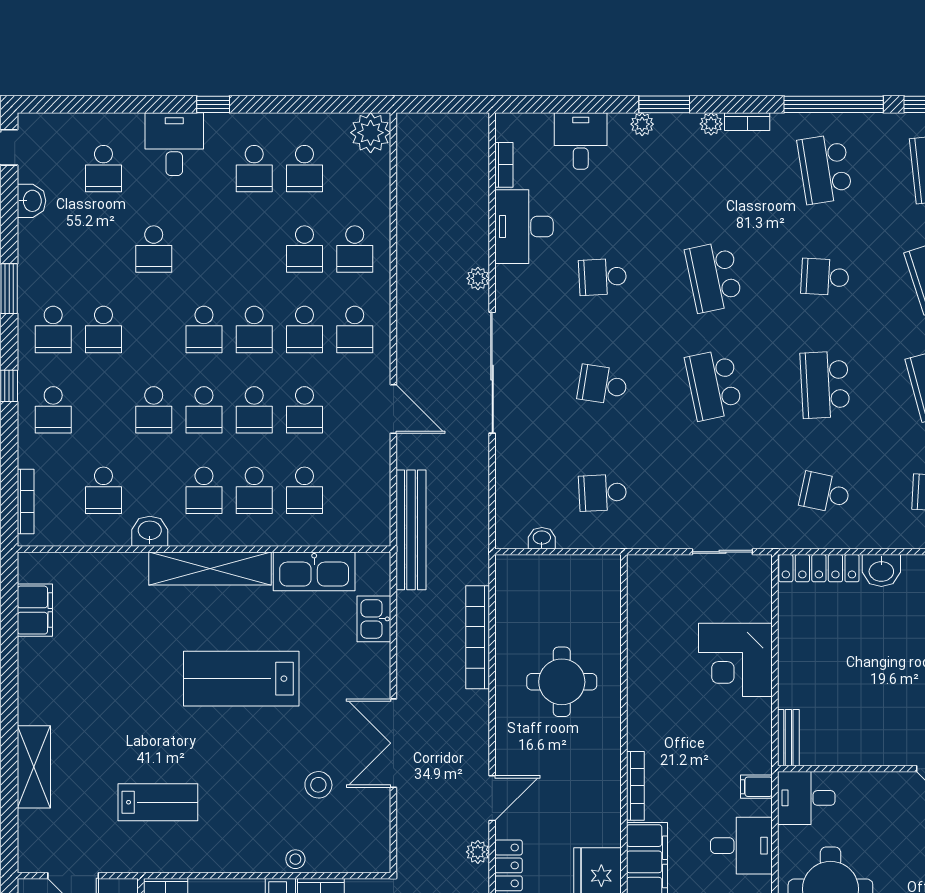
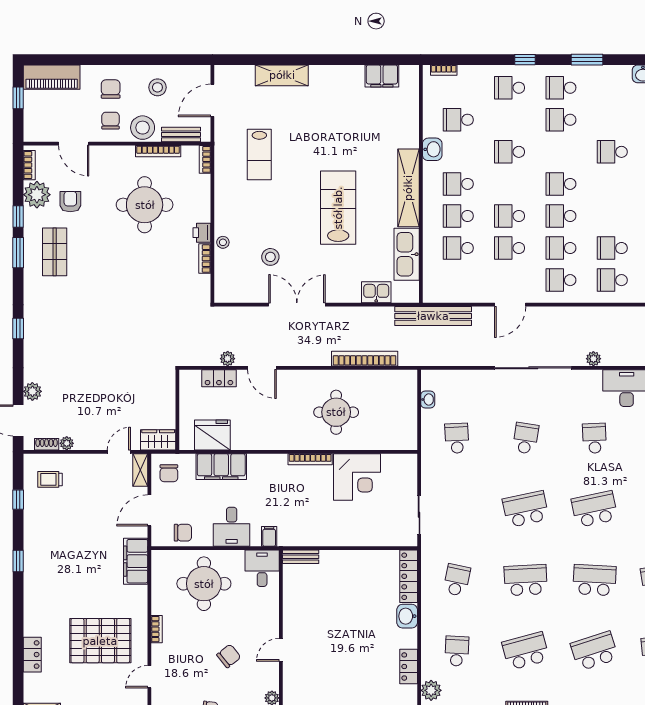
school desk: (825, 277) -> (594, 580), width x1.85
school desk: (204, 410) -> (510, 184), removed
bookcase: (26, 502) -> (444, 70), width x0.64
corner desk: (735, 660) -> (357, 477), moved, turned 180
bookcase: (635, 786) -> (310, 459), moved

